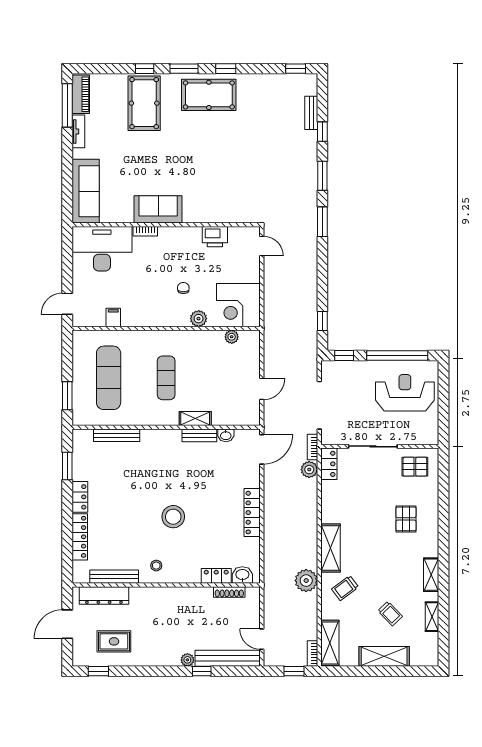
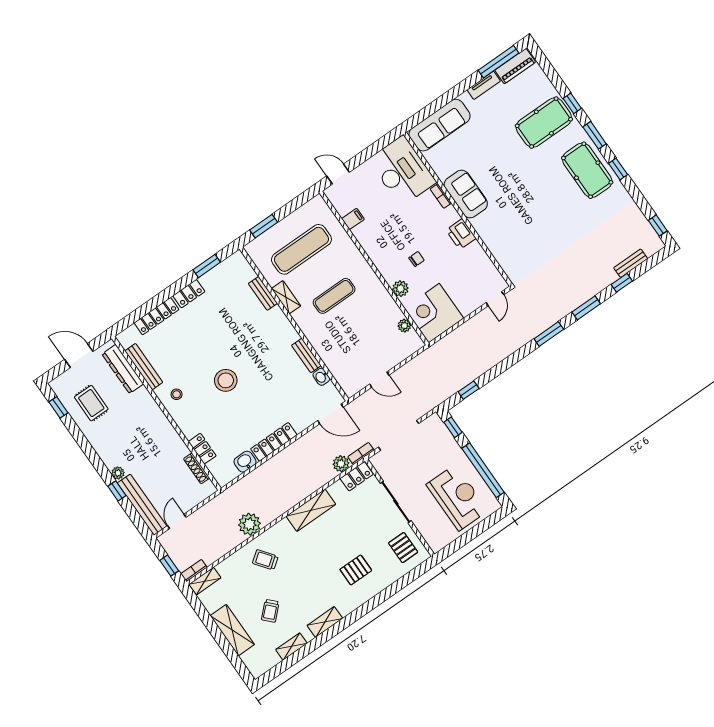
printer: (215, 237) -> (461, 234), moved
shelving: (195, 418) -> (286, 297), moved
bench: (117, 435) -> (263, 293), width x0.73
shelving: (330, 548) -> (311, 510), moved
washbasin: (242, 575) -> (245, 462), moved, turned -90
shelving: (330, 643) -> (205, 581), width x0.67, depth x0.75

